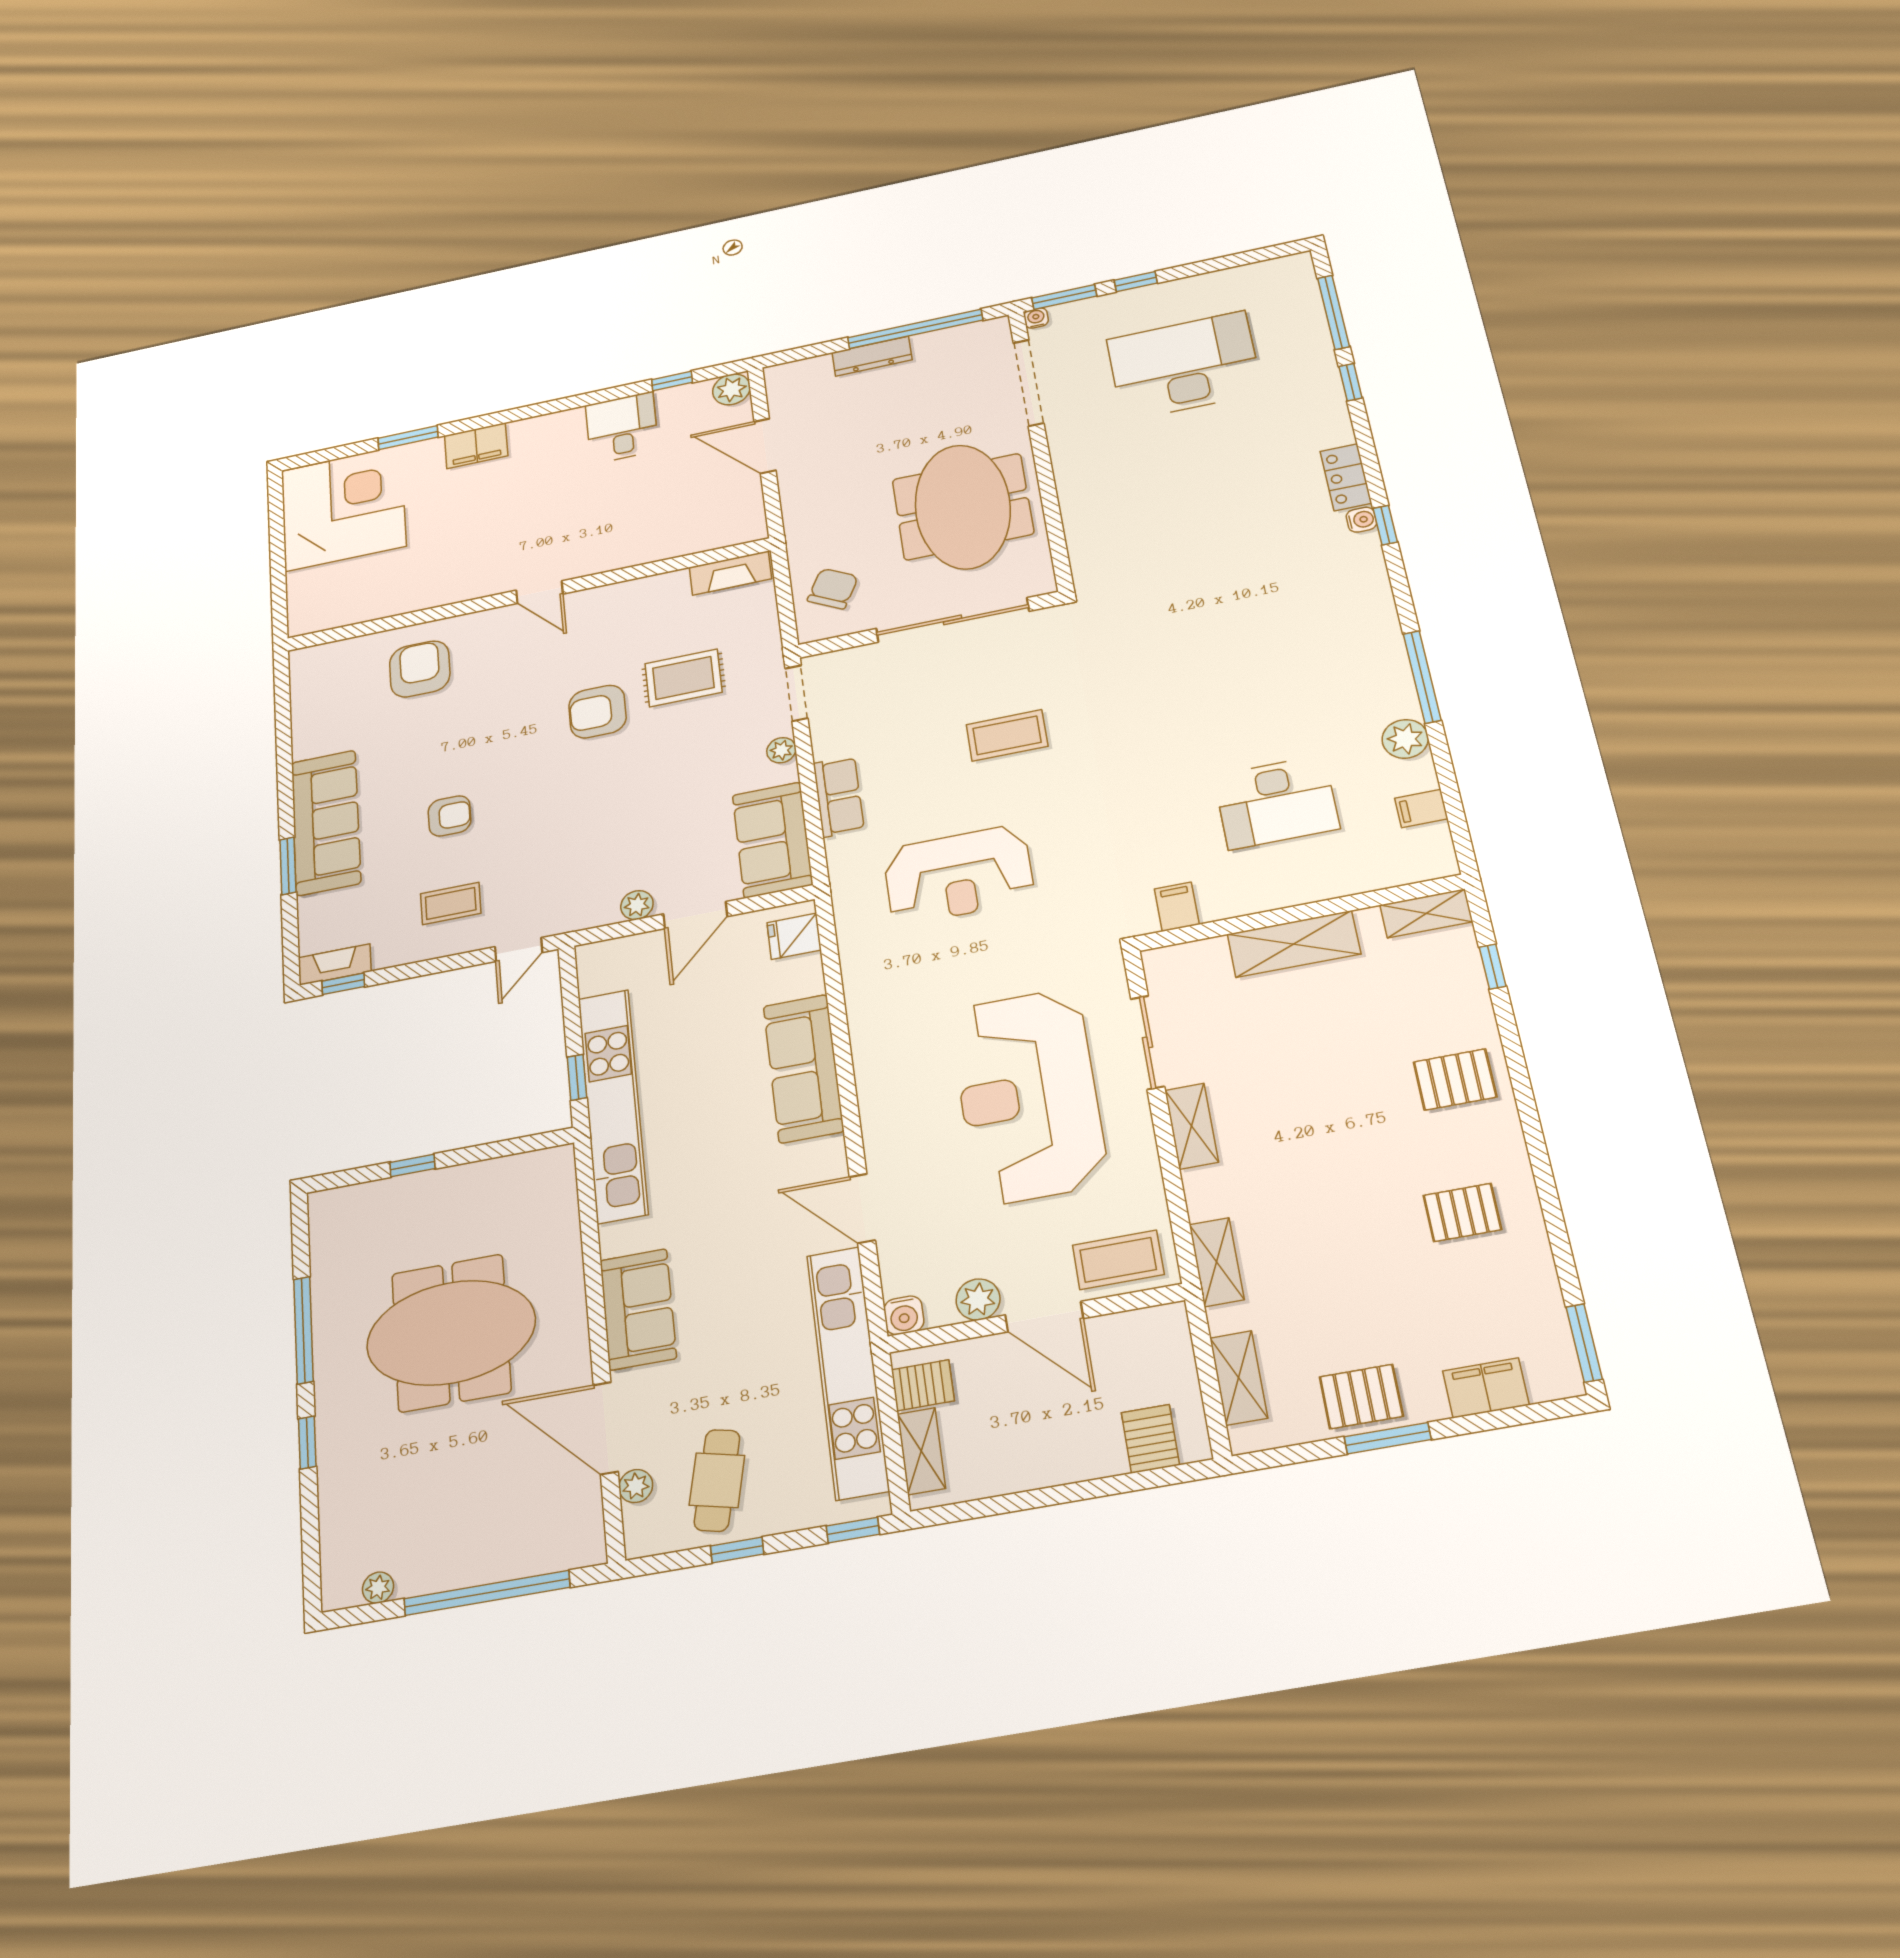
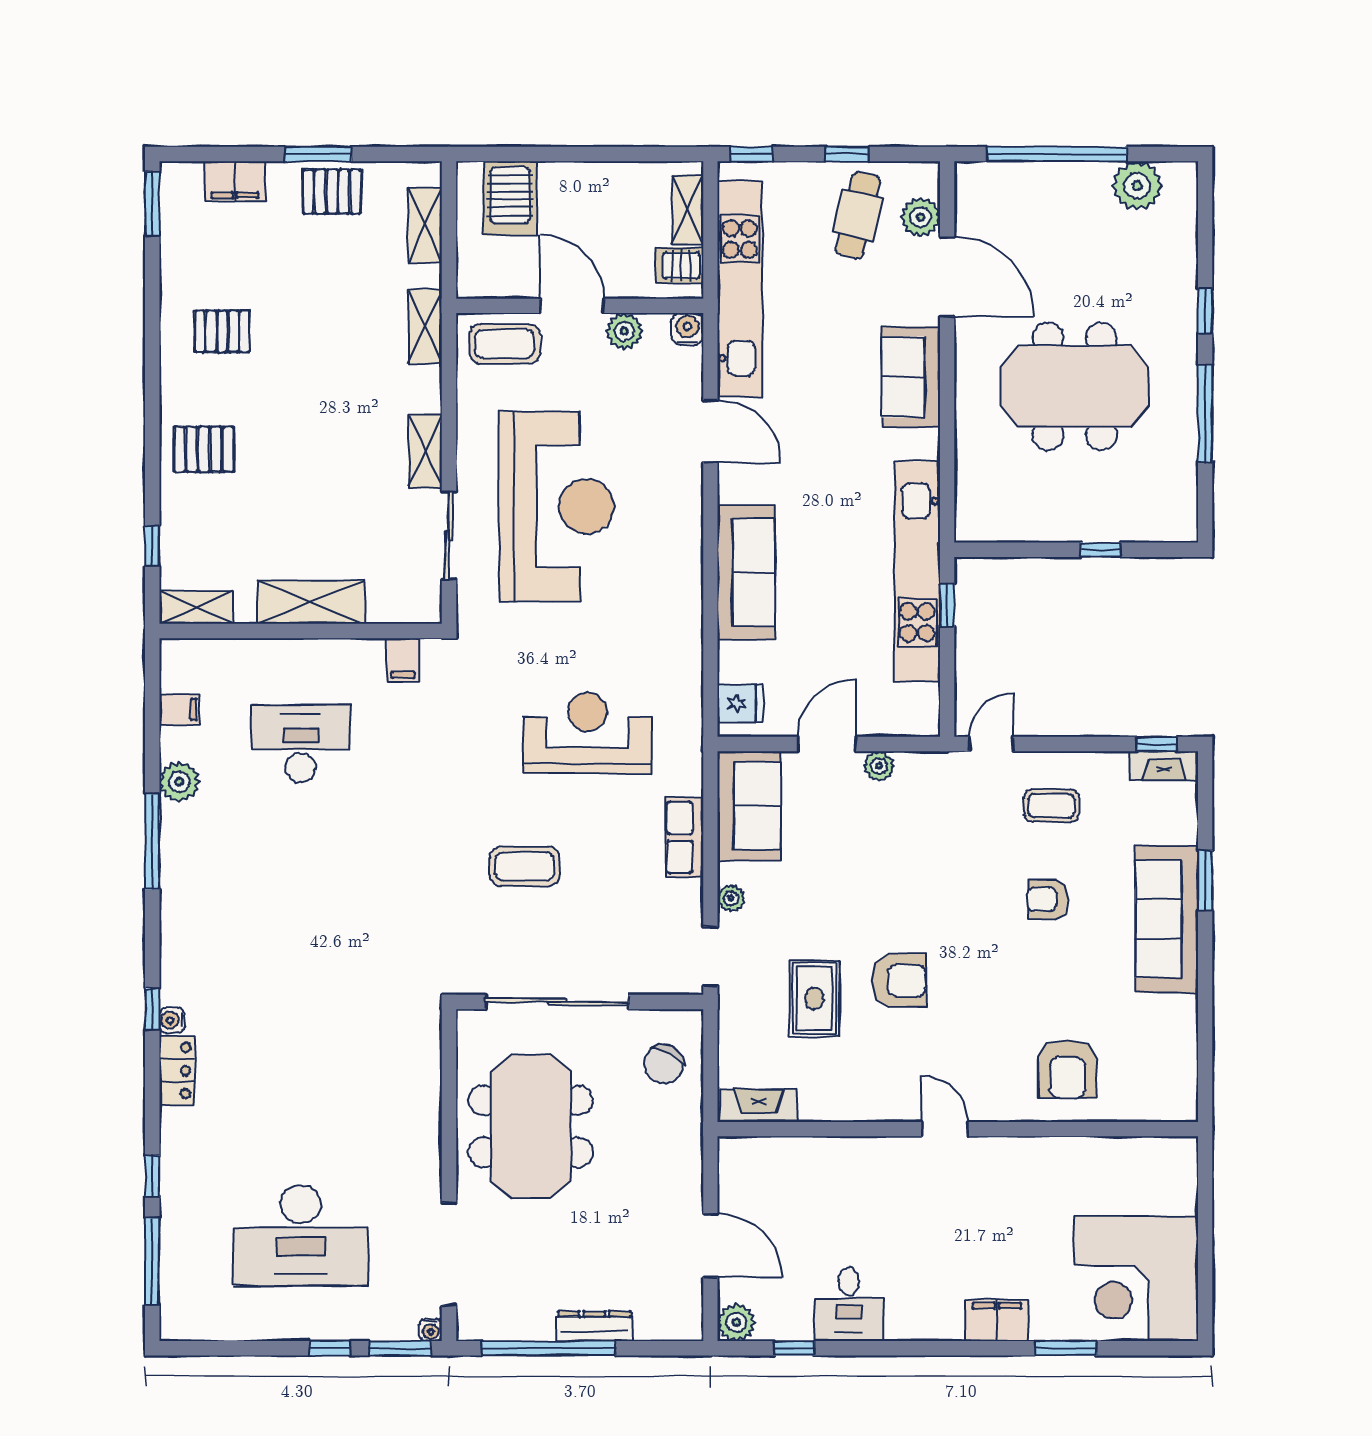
rug: (683, 678) -> (814, 998), turned 90
server rack: (1150, 1439) -> (510, 198), width x1.36, depth x1.44
plant: (636, 1486) -> (921, 217), width x1.38, depth x1.38
plant: (378, 1588) -> (1137, 186), width x1.88, depth x1.88

